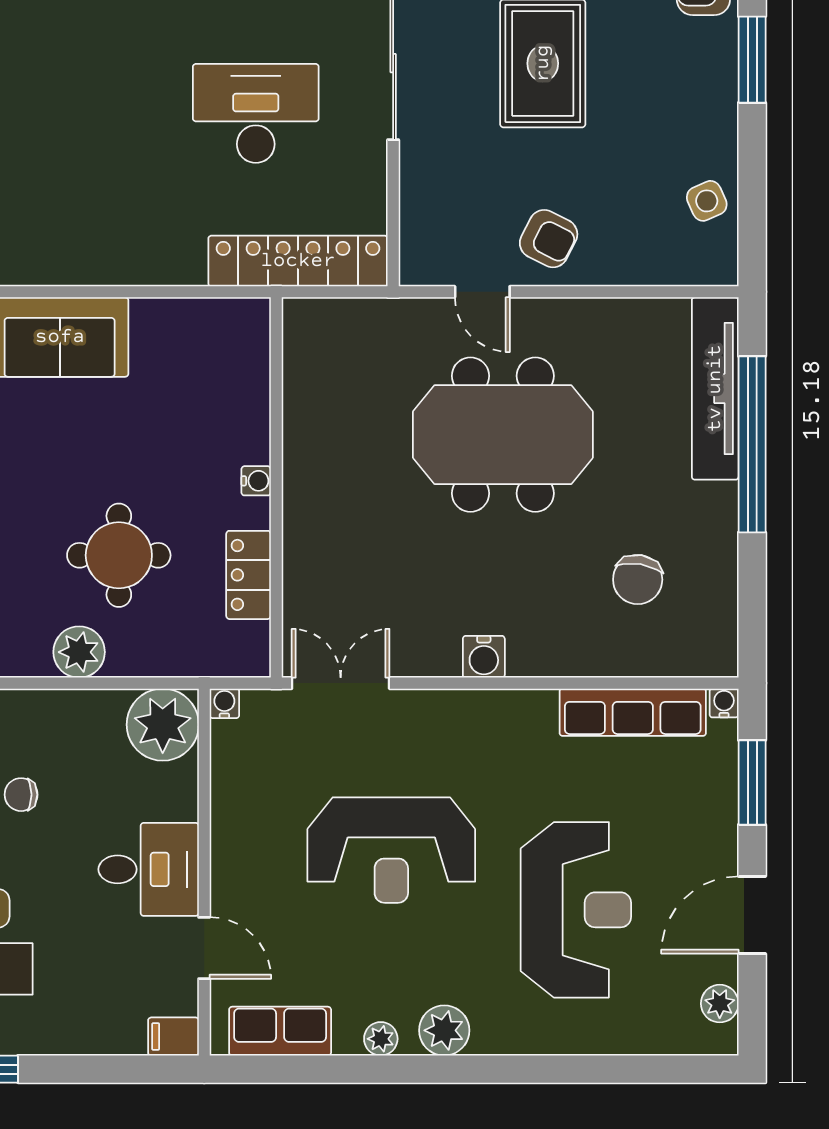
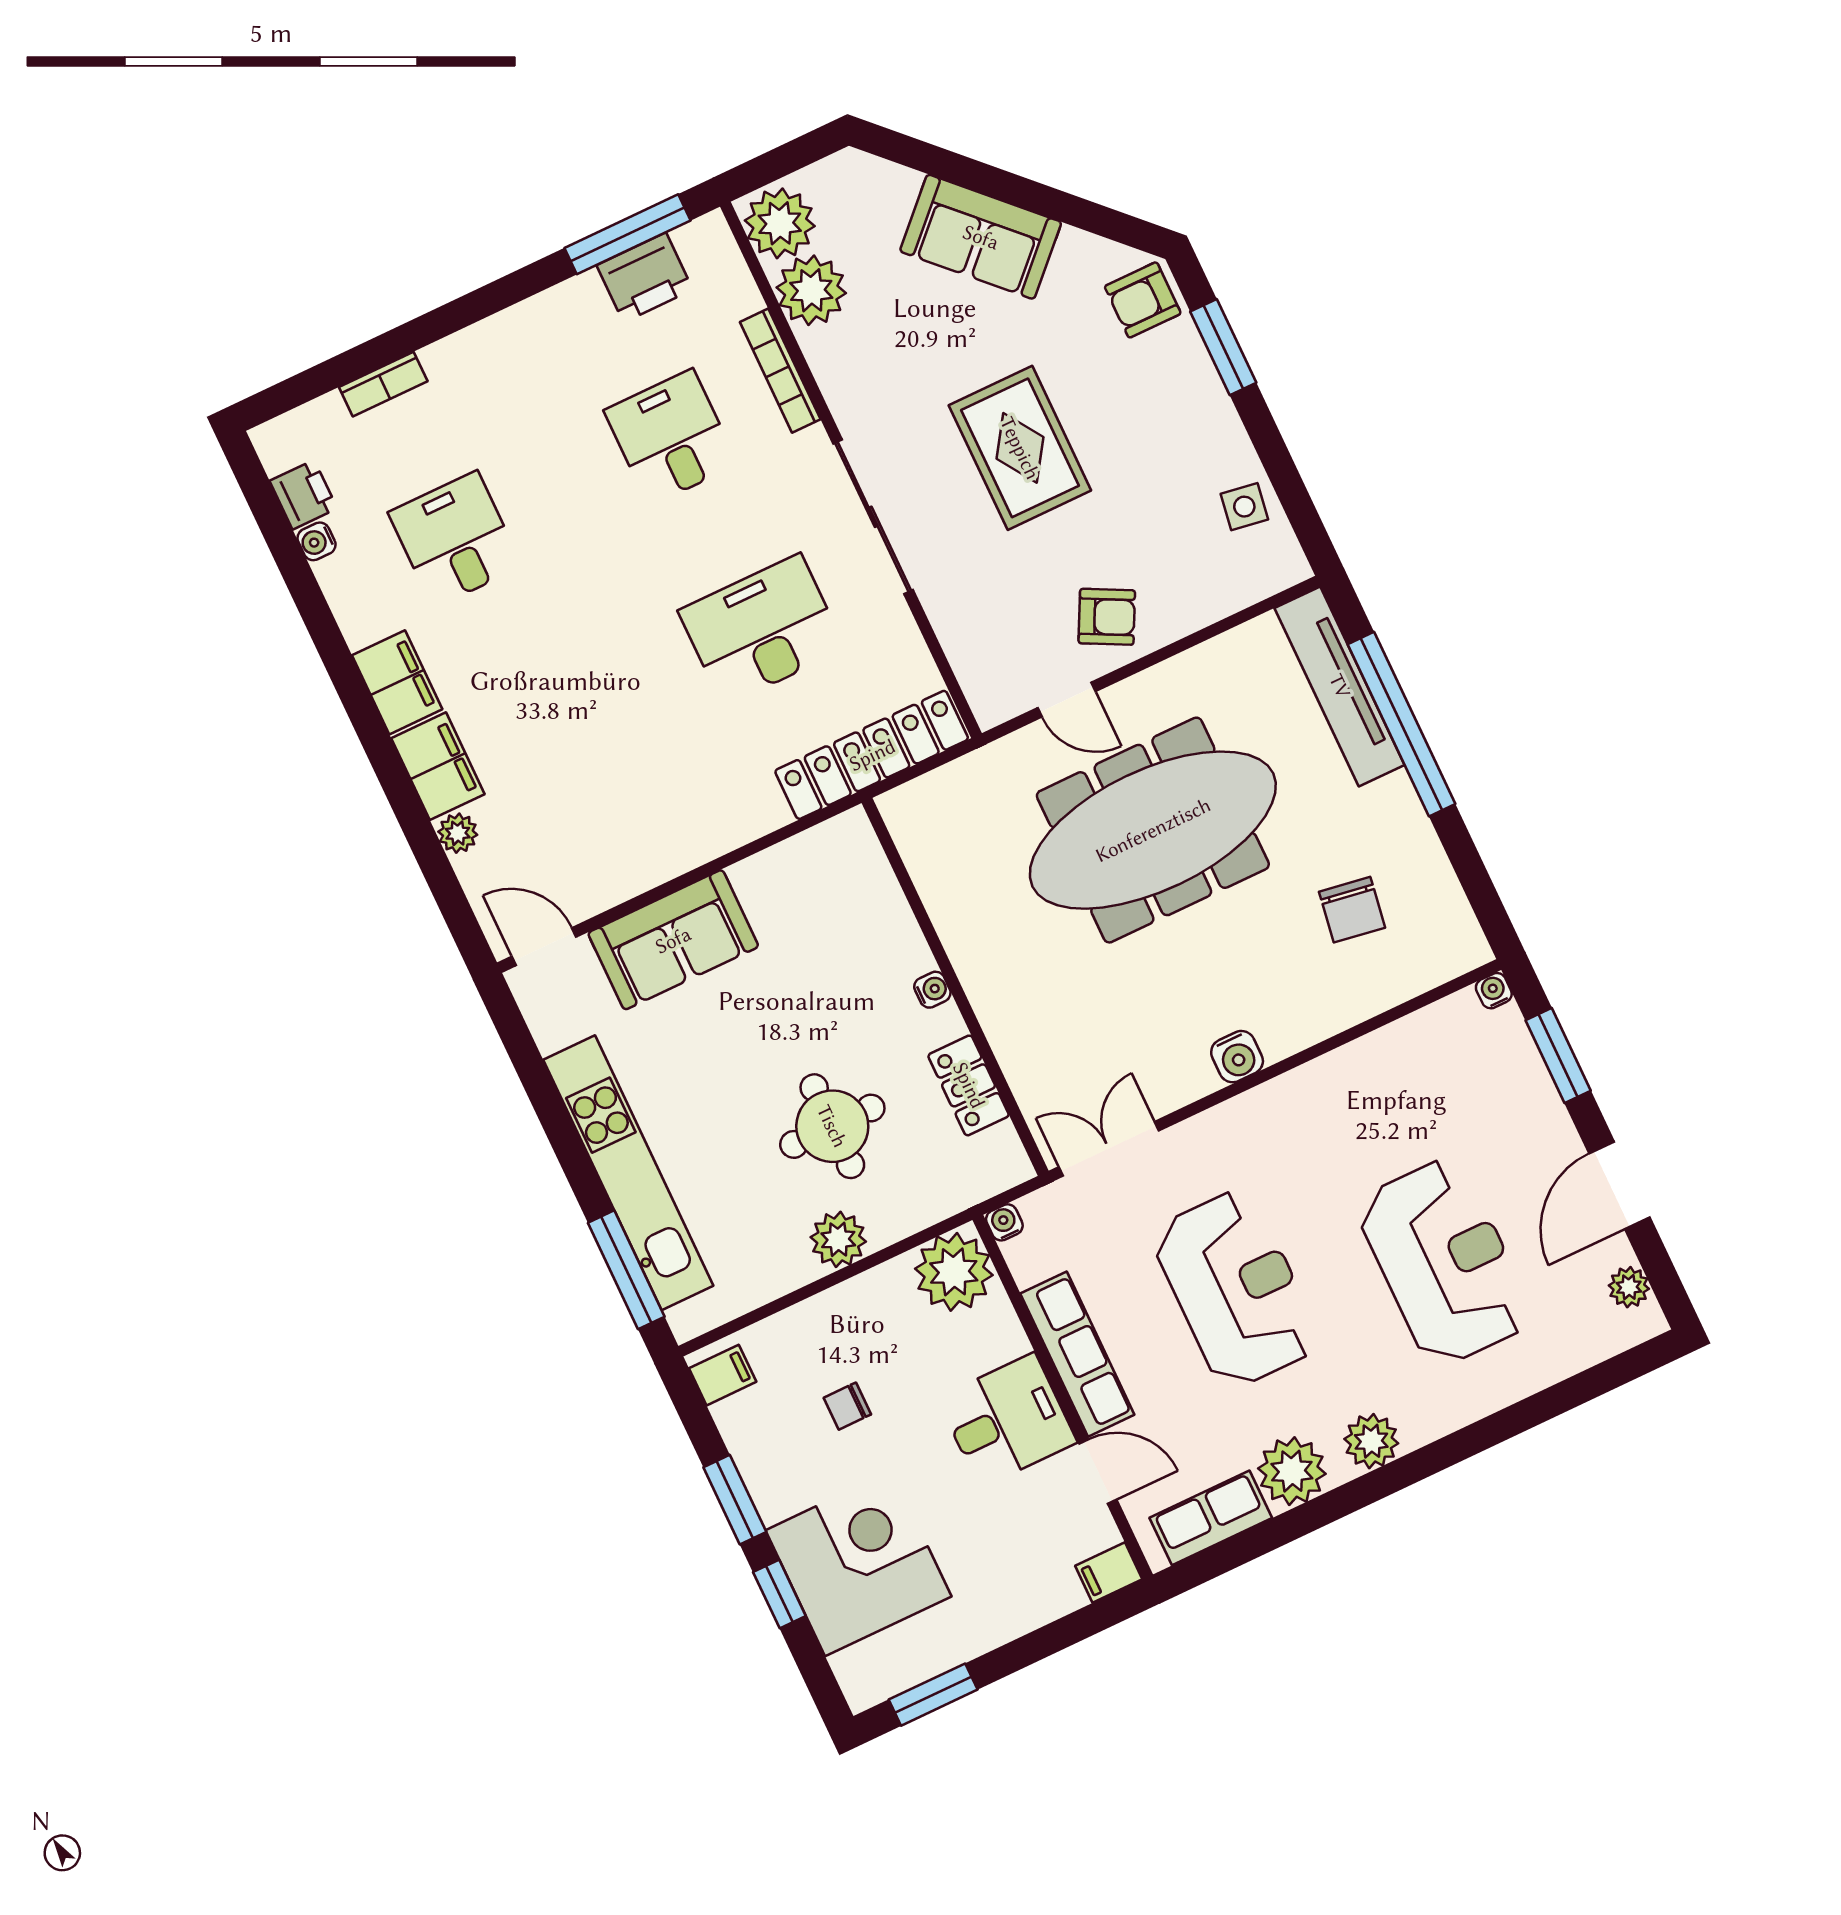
side table: (707, 201) -> (1244, 507), turned 33
meeting table: (503, 435) -> (1153, 830), width x1.36
row of seats: (633, 712) -> (1077, 1354), moved, turned -90
reception desk: (391, 850) -> (1236, 1289), turned -90
plant: (381, 1039) -> (1292, 1471), width x1.87, depth x1.87

